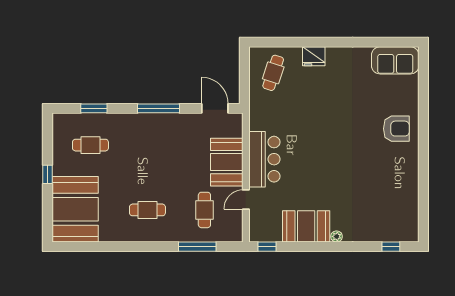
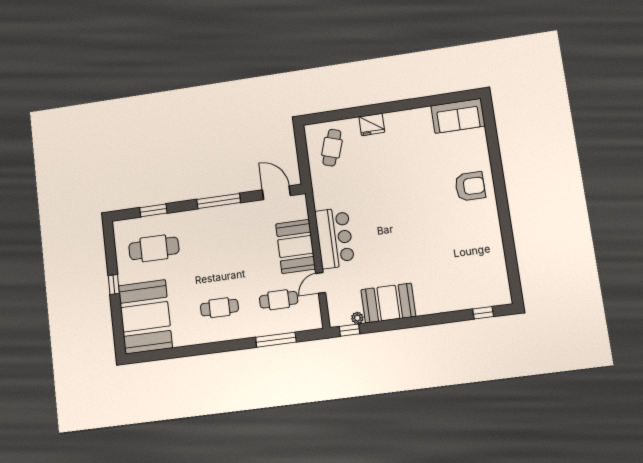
cafe table: (90, 145) -> (154, 248), width x1.37, depth x1.35
cafe table: (204, 210) -> (279, 300), turned 90
plant: (337, 236) -> (357, 318), moved

